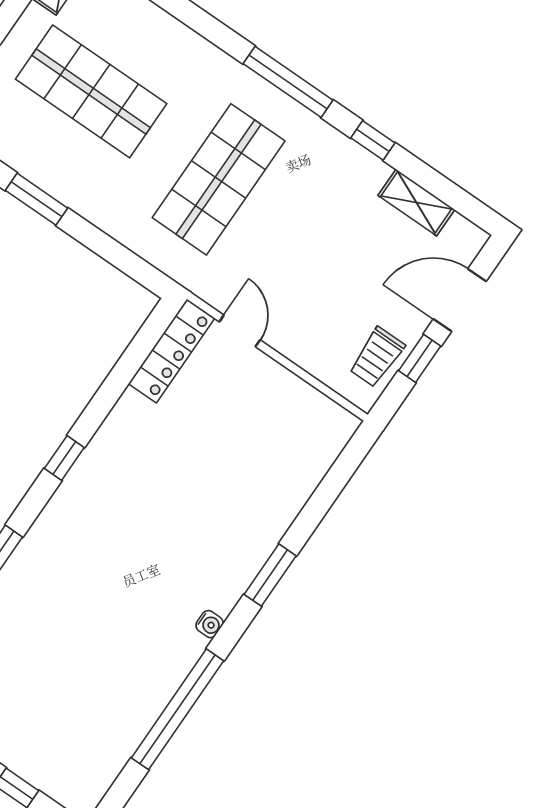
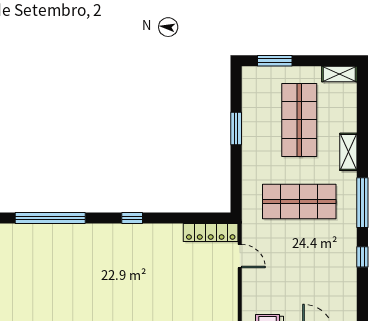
shelving: (416, 202) -> (348, 152), moved
door: (240, 331) -> (240, 256), hinge flipped

